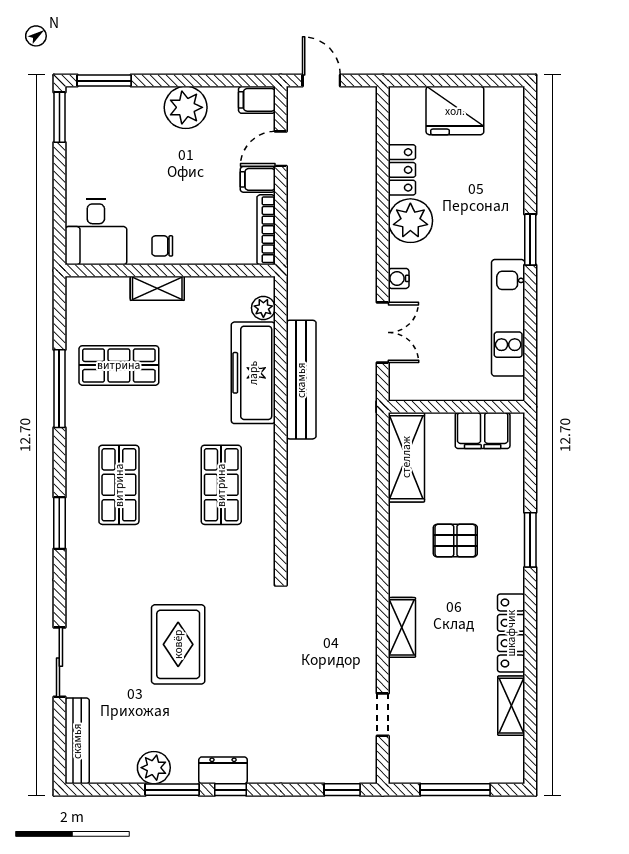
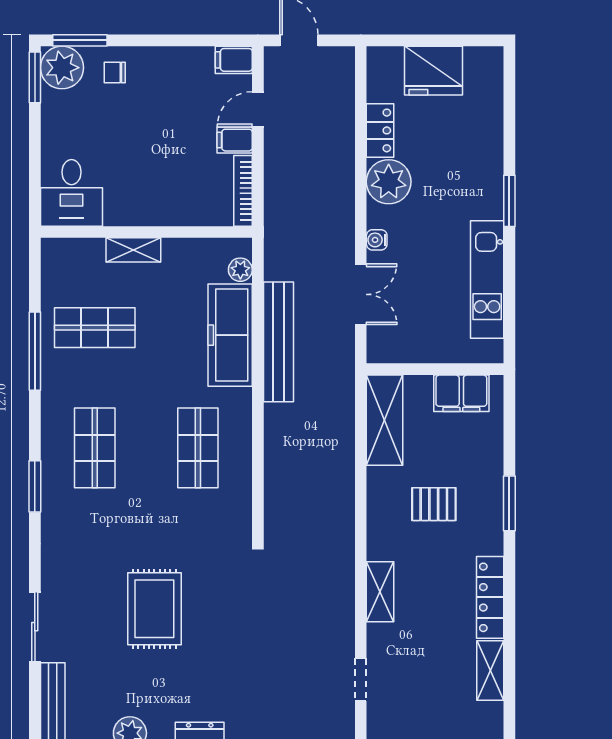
plant: (186, 107) -> (62, 68), moved
chair: (162, 246) -> (115, 72), moved

